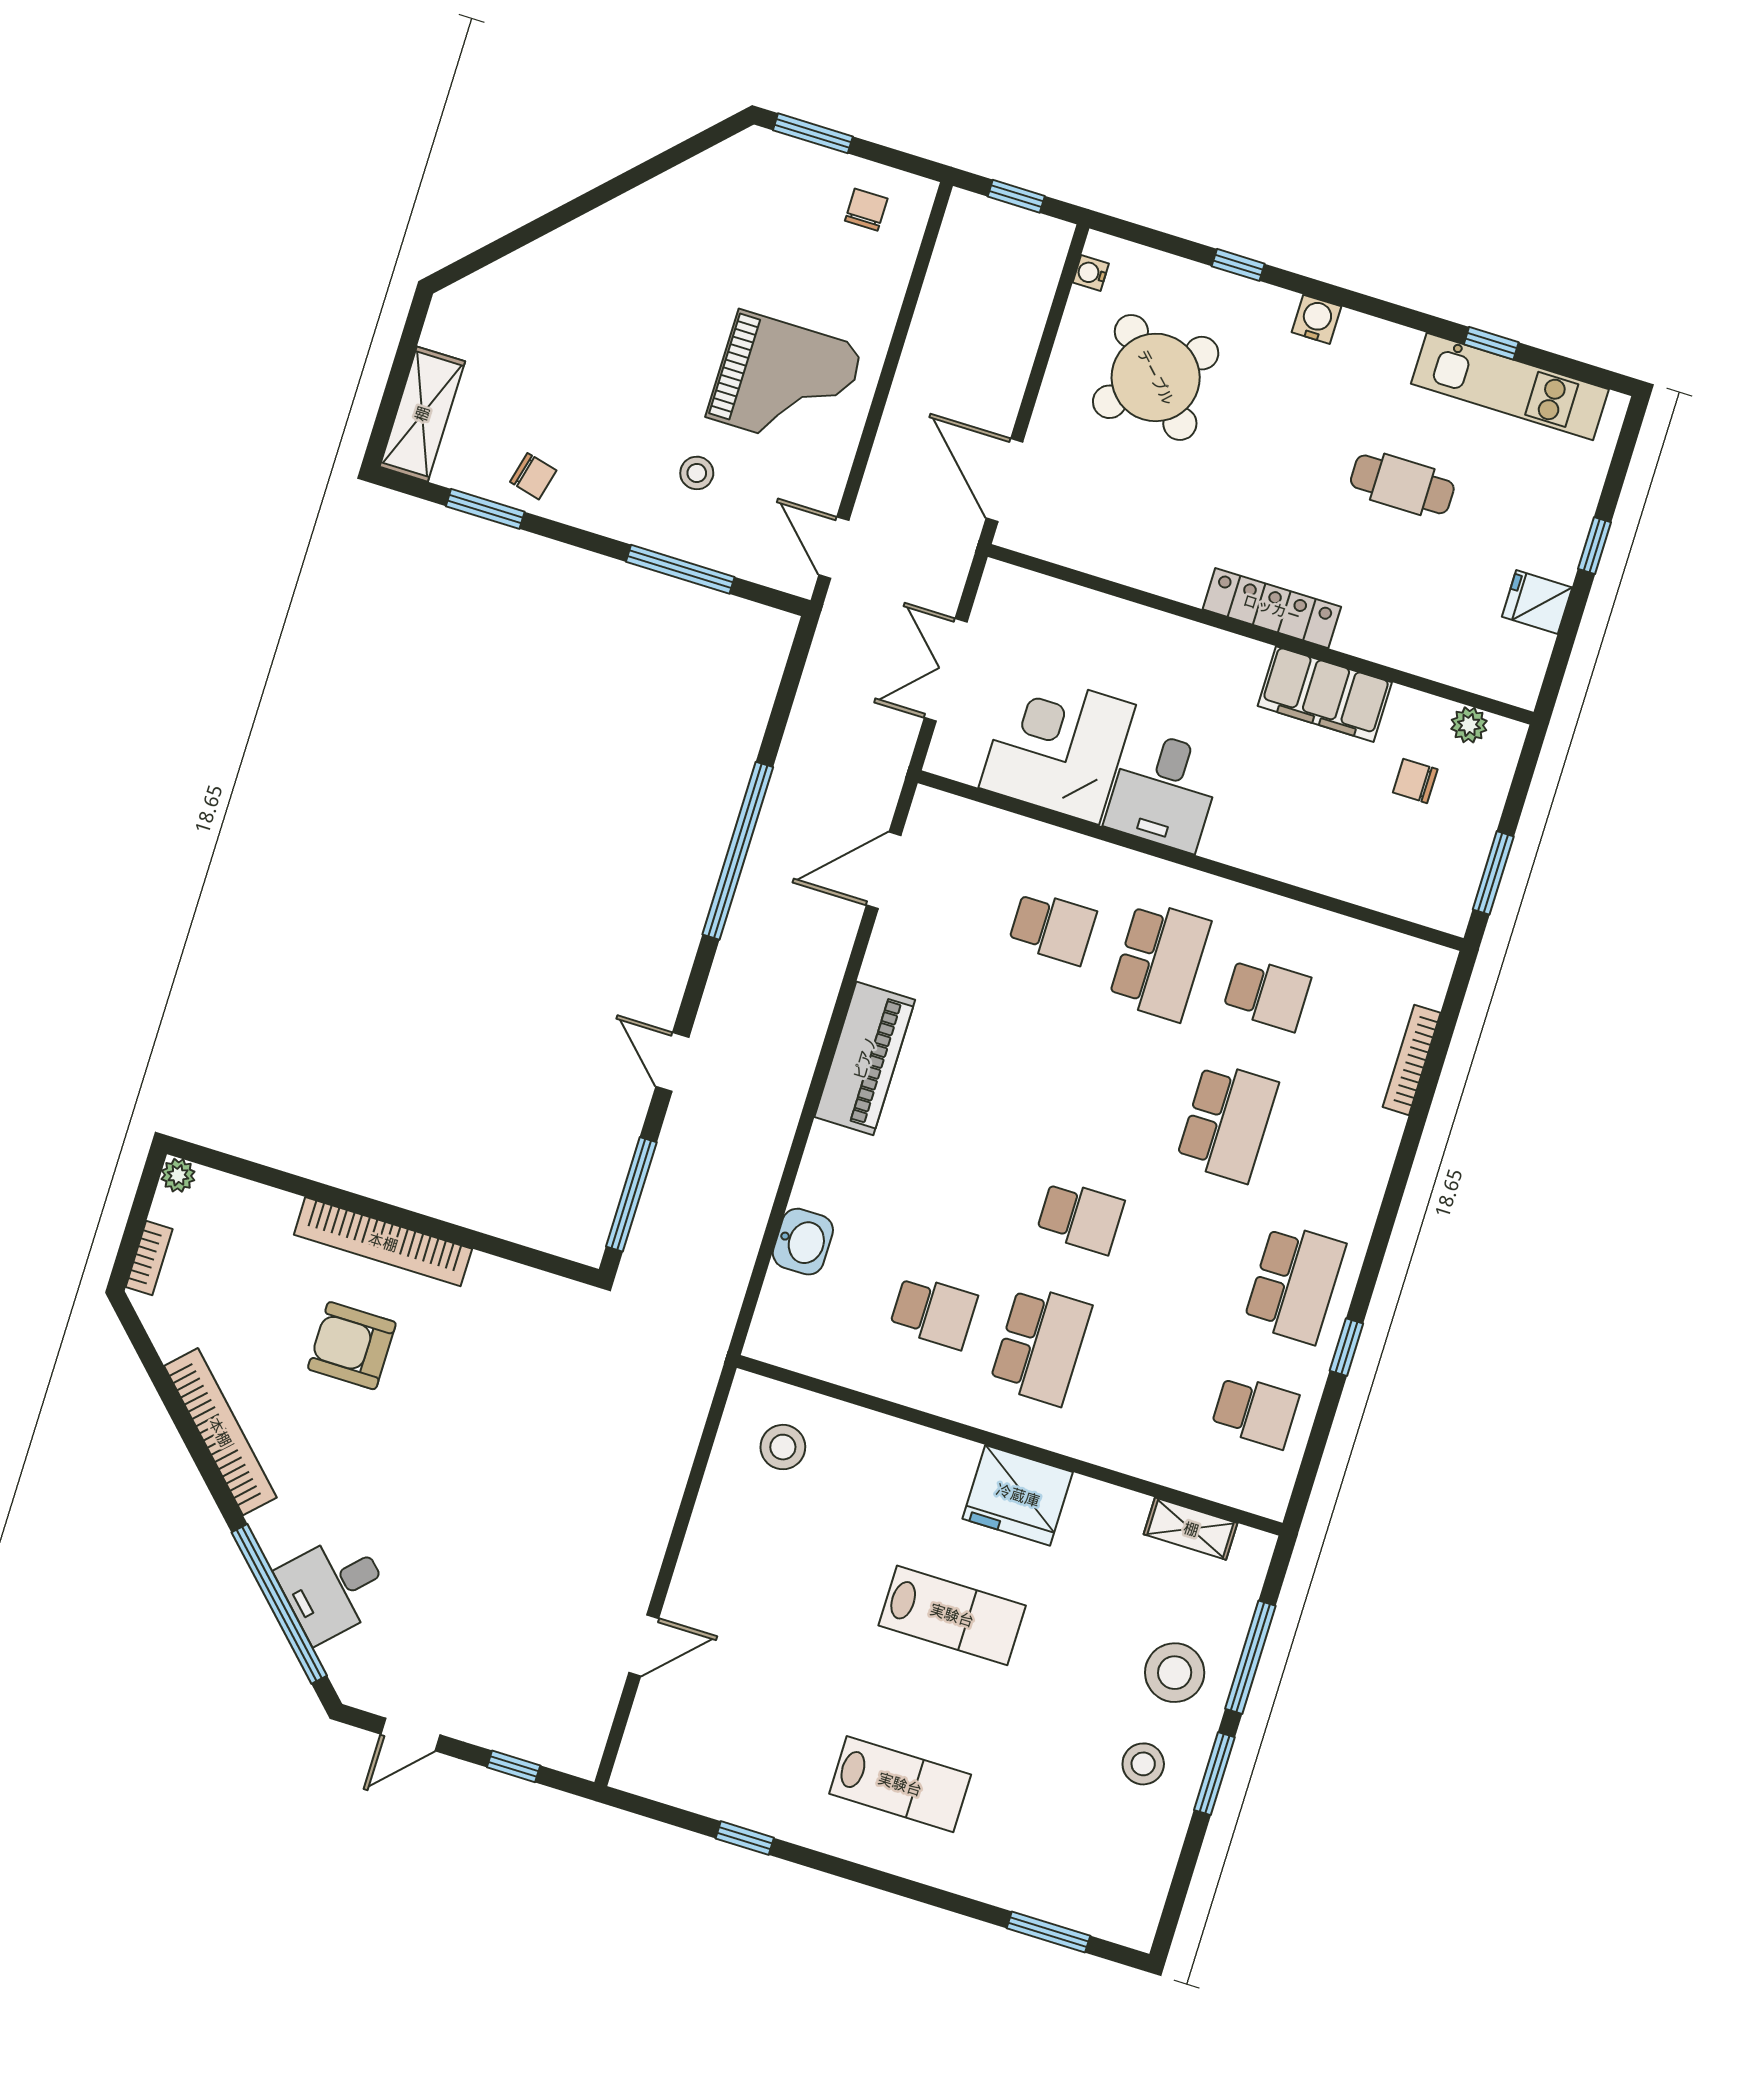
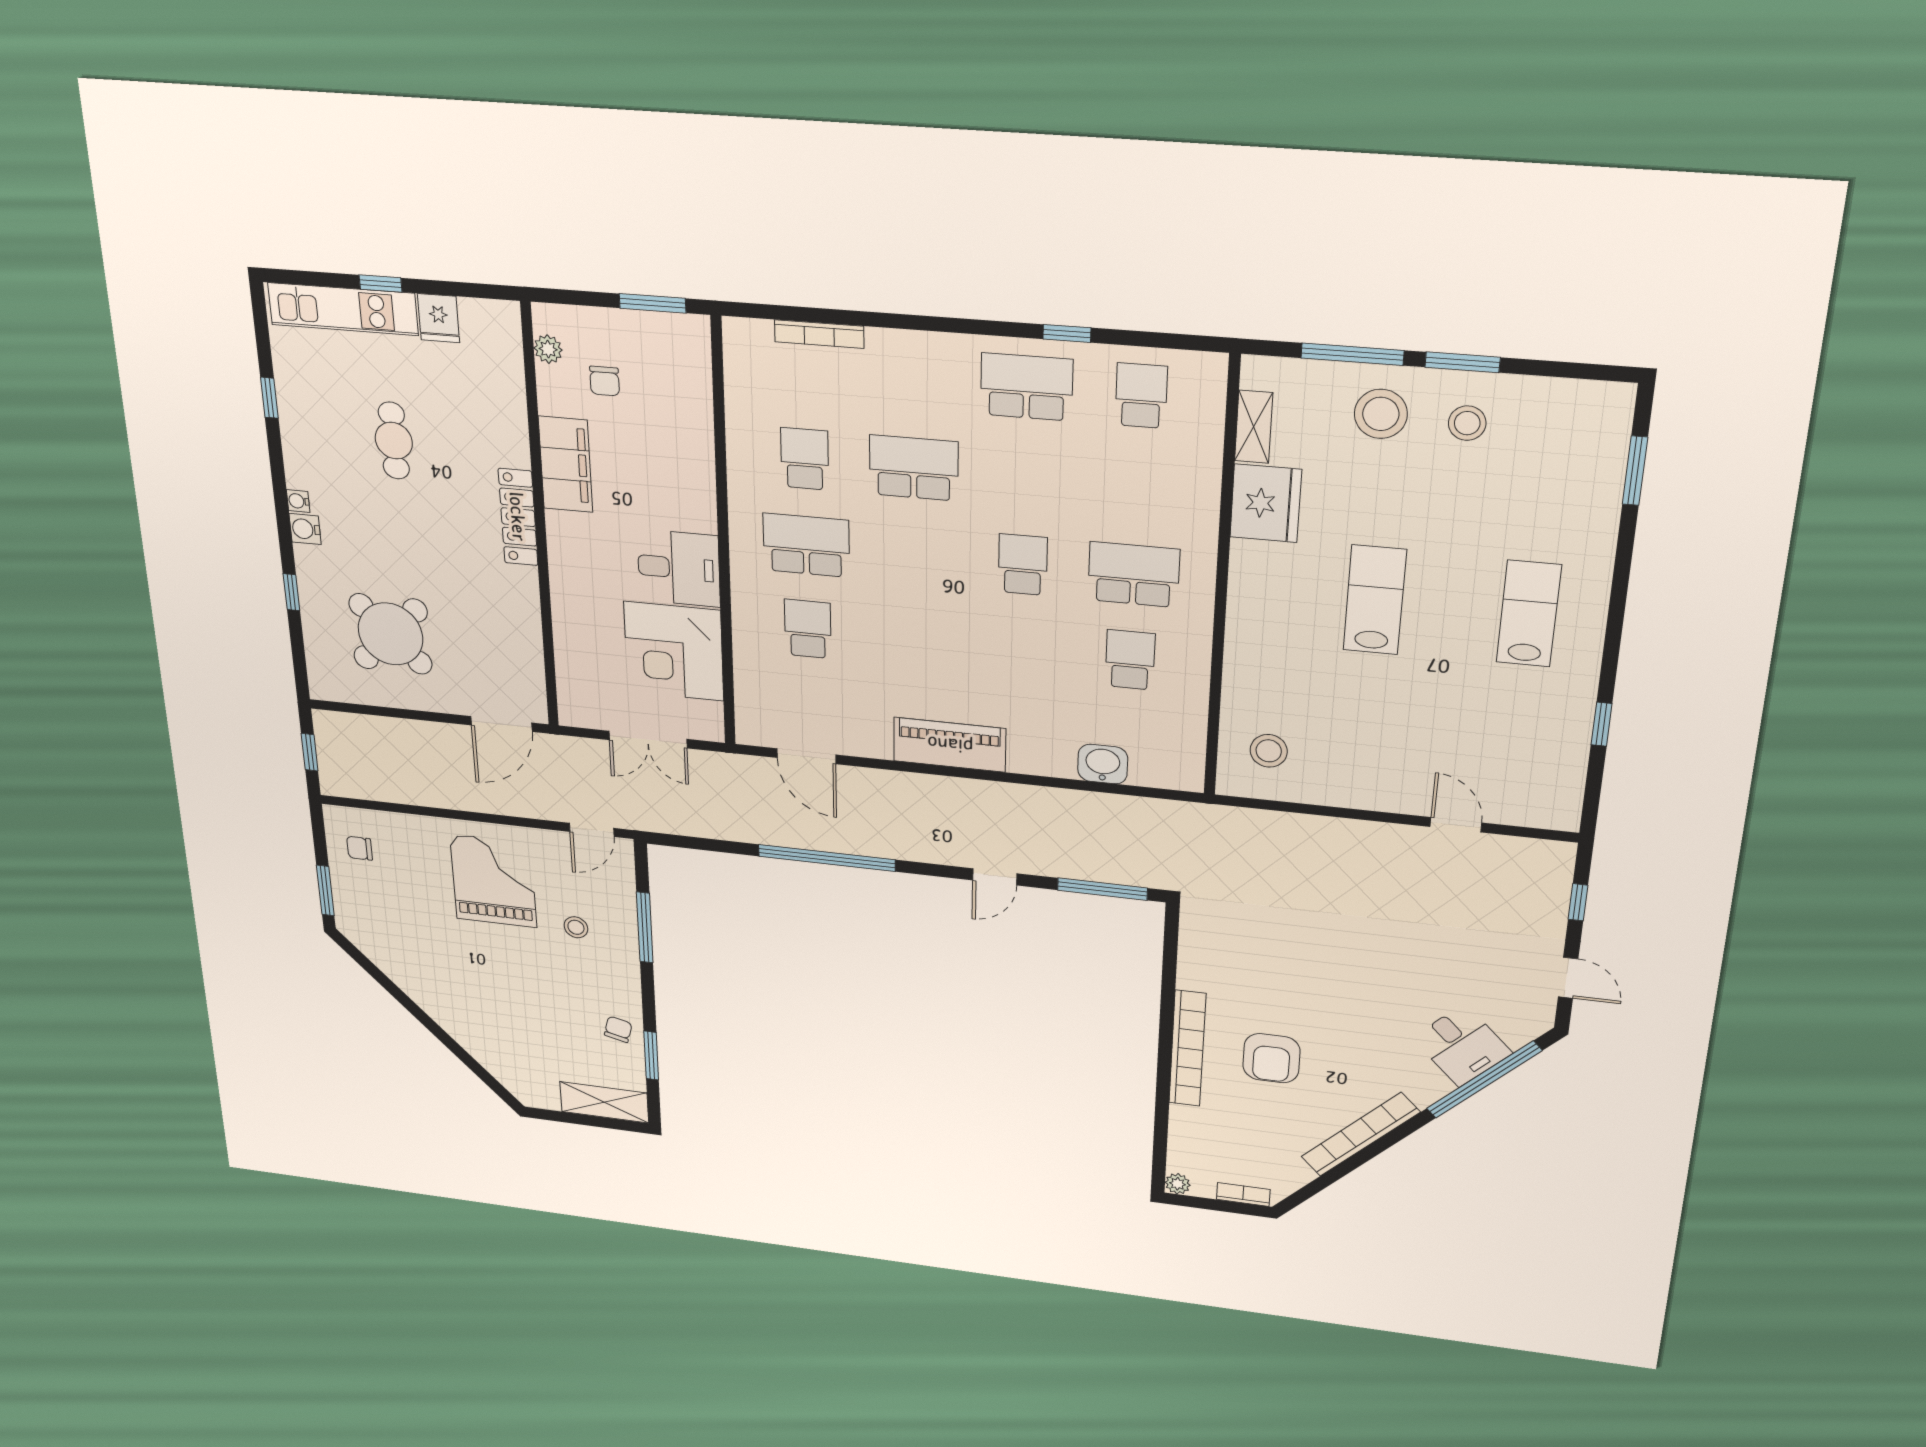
water cooler: (1091, 273) -> (298, 501), moved, turned 90
kitchen unit: (1510, 386) -> (343, 309), moved, turned 90
fridge: (1018, 1495) -> (1266, 503), moved

